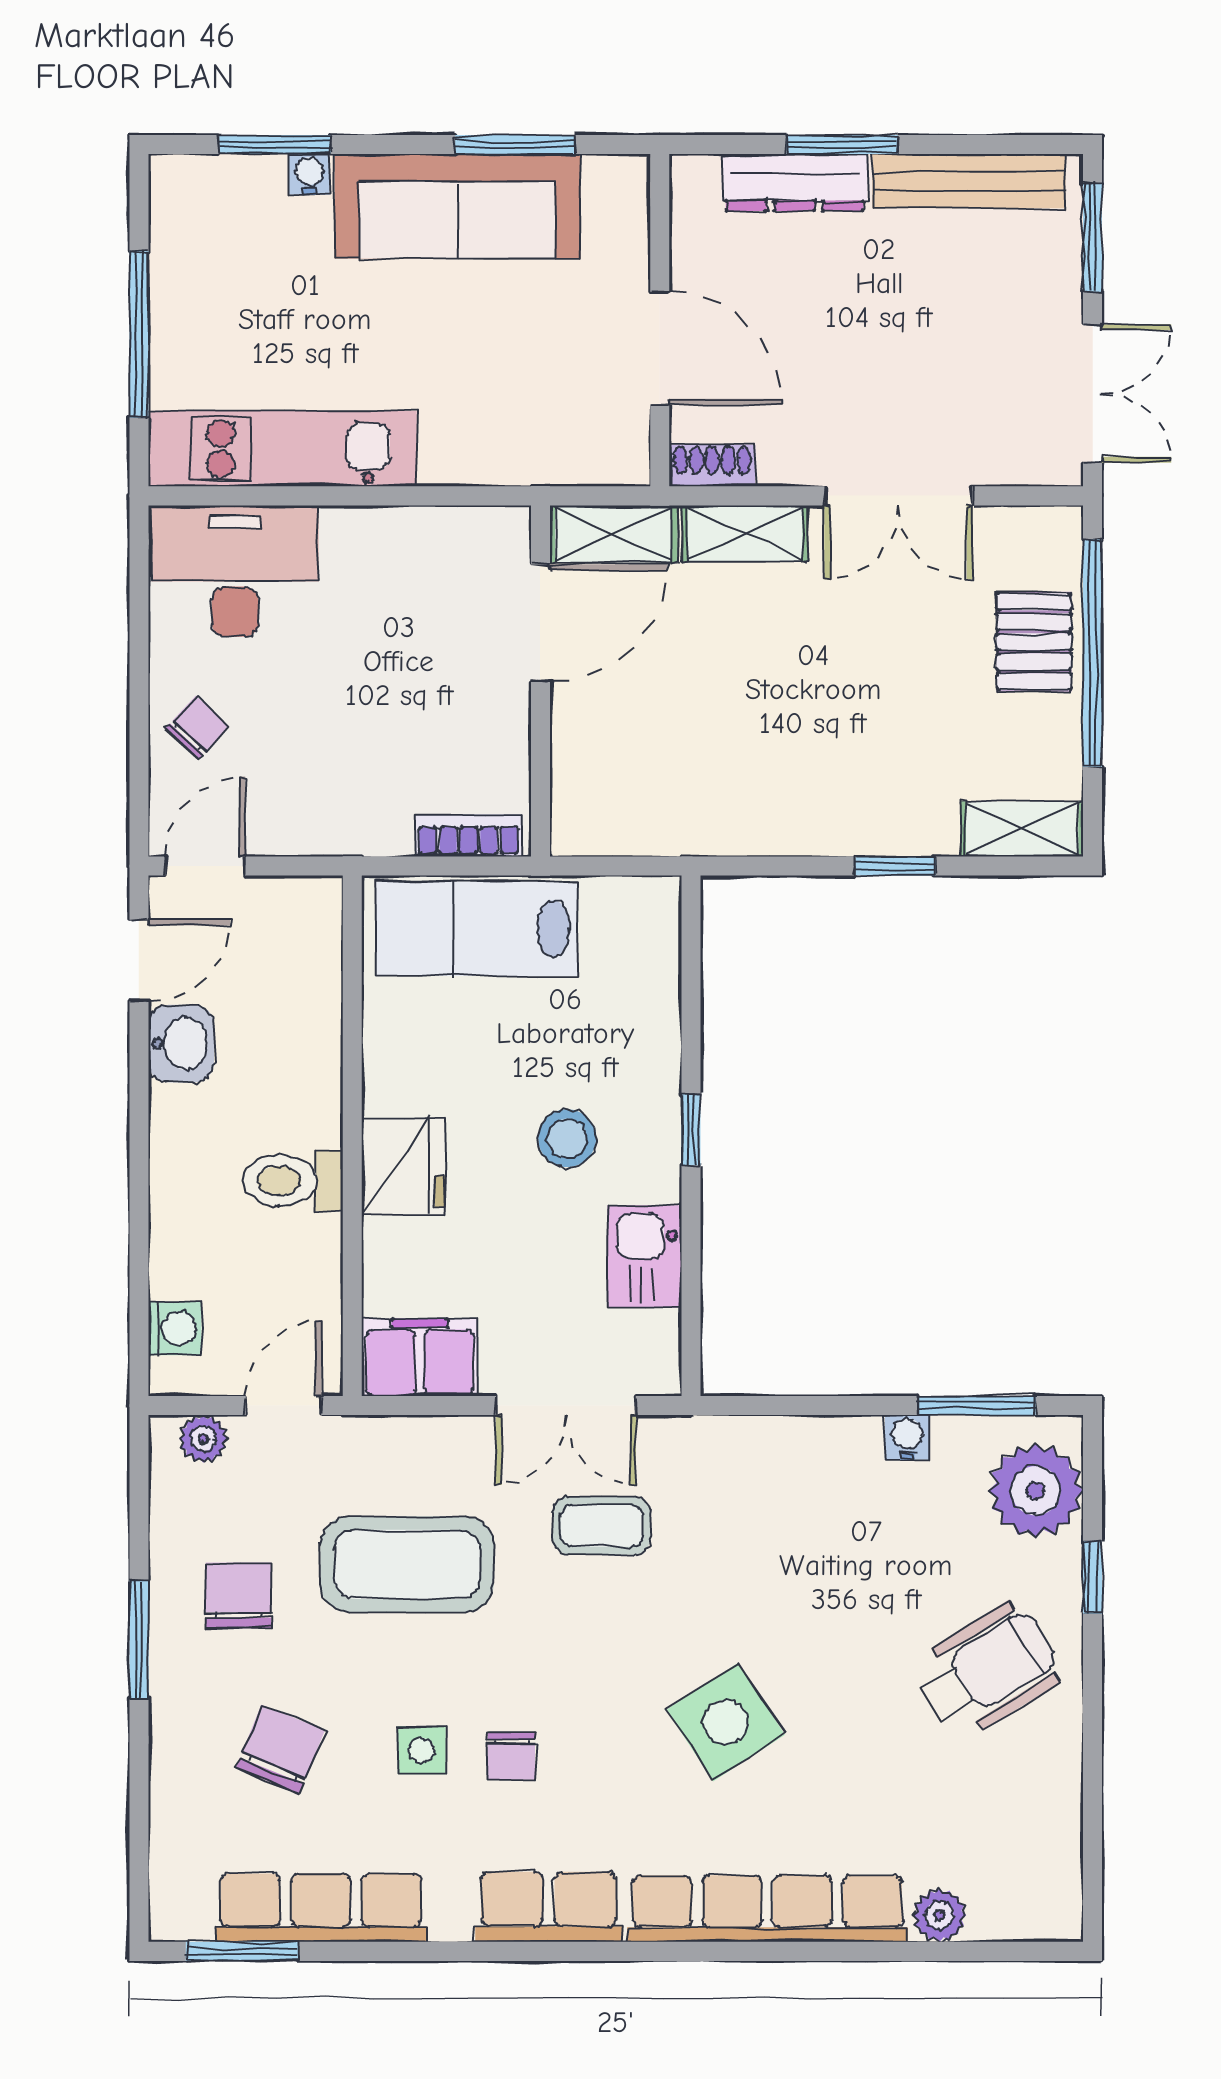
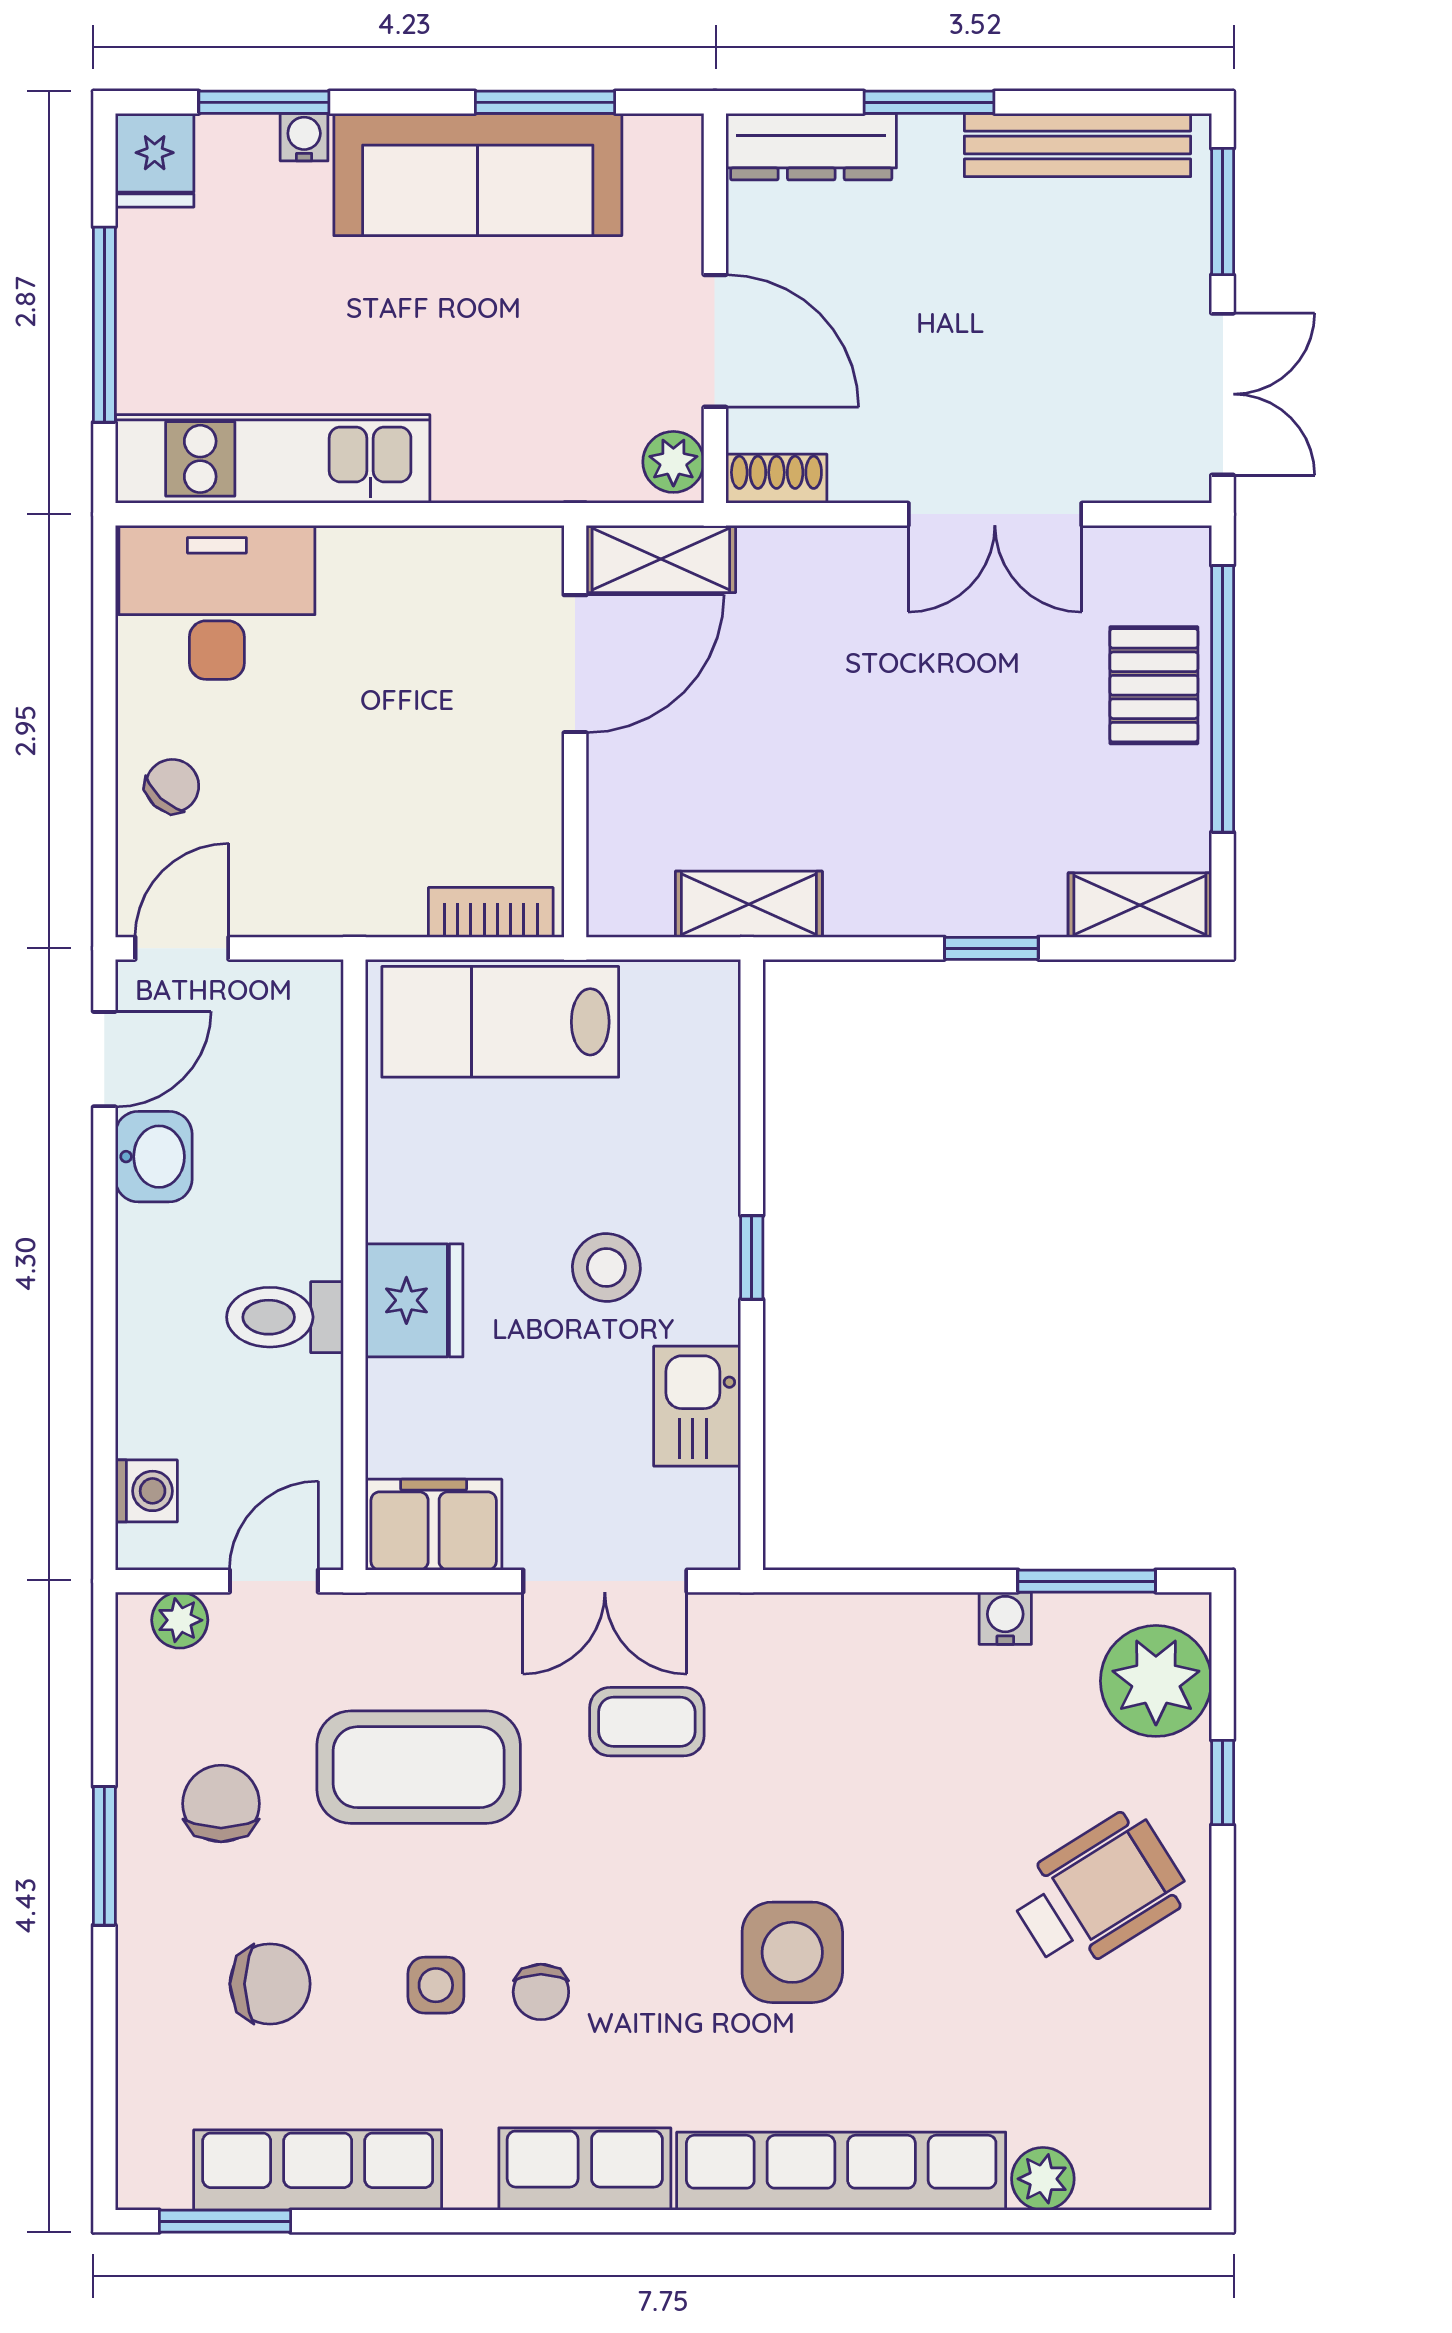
dresser: (795, 182) -> (811, 147), moved
fridge: (182, 194) -> (155, 160), added
plant: (624, 451) -> (673, 462), added
shelving: (745, 533) -> (749, 904), moved
side table: (726, 1722) -> (792, 1952), turned 33
chair: (280, 1749) -> (270, 1984), turned 68

